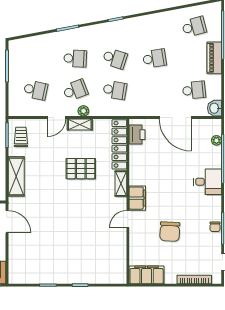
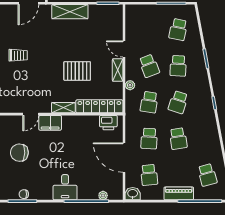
school desk: (36, 90) -> (178, 29), moved
school desk: (154, 90) -> (149, 139), added
plant: (83, 111) -> (130, 85), moved
door: (175, 118) -> (124, 158), hinge flipped
trolley: (21, 137) -> (18, 55), moved
pallet: (81, 169) -> (77, 71), turned 90
door: (128, 219) -> (31, 114), swing flipped

